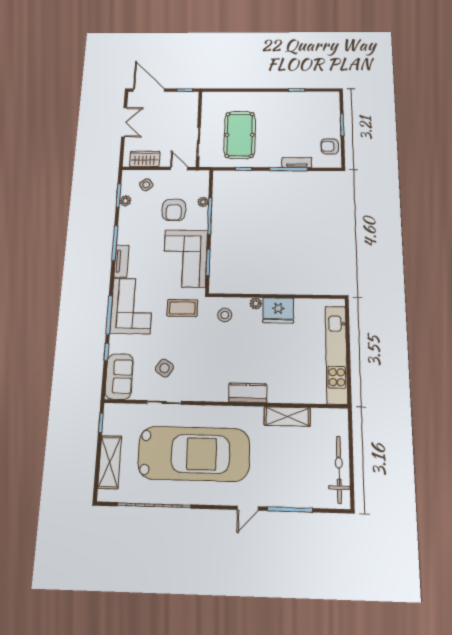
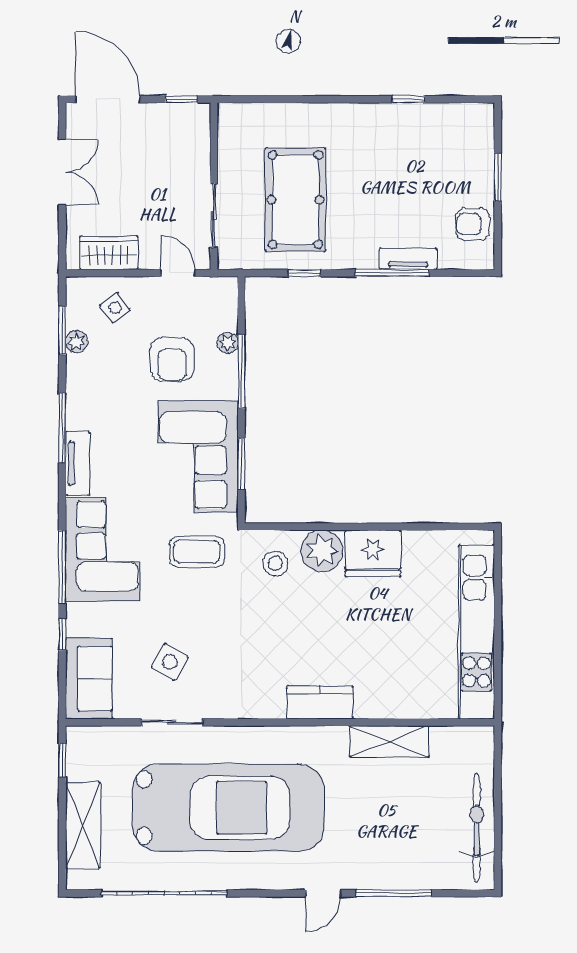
plant: (256, 303) -> (322, 551), width x1.87, depth x1.87

